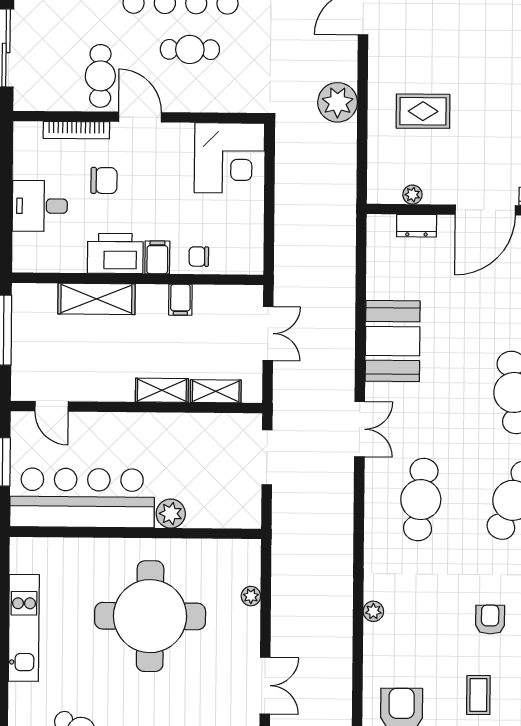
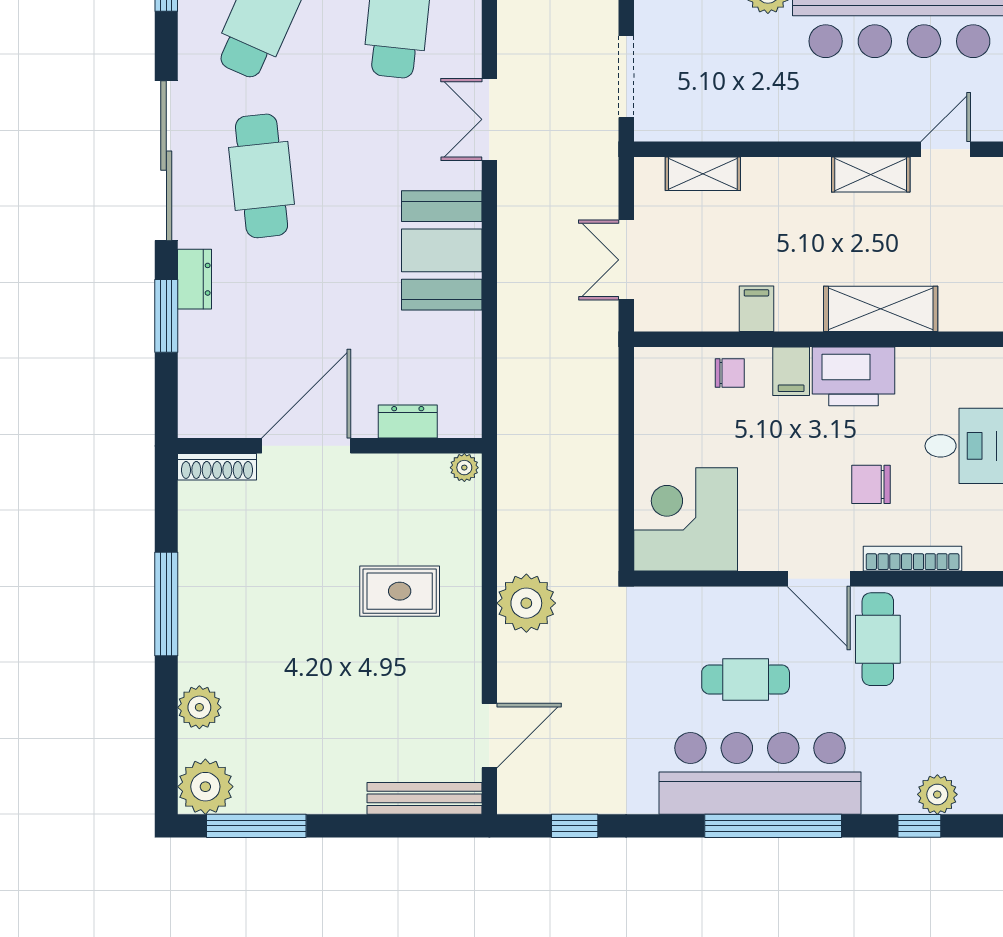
plant: (412, 195) -> (464, 468), moved
shelving: (162, 390) -> (871, 175), moved
door: (52, 406) -> (946, 149), hinge flipped

